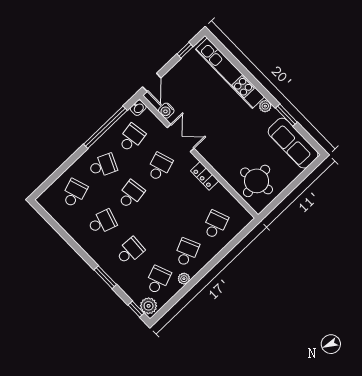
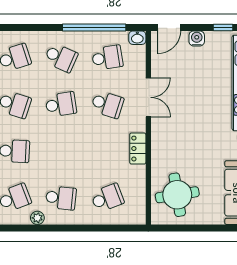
water cooler: (166, 111) -> (197, 38), moved, turned 90
school desk: (159, 167) -> (107, 104), turned 36
school desk: (187, 252) -> (61, 198), turned 30

